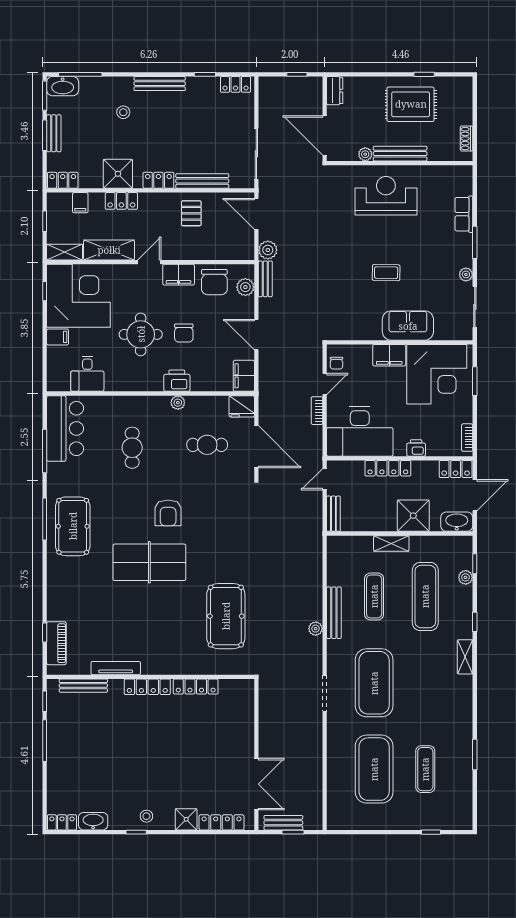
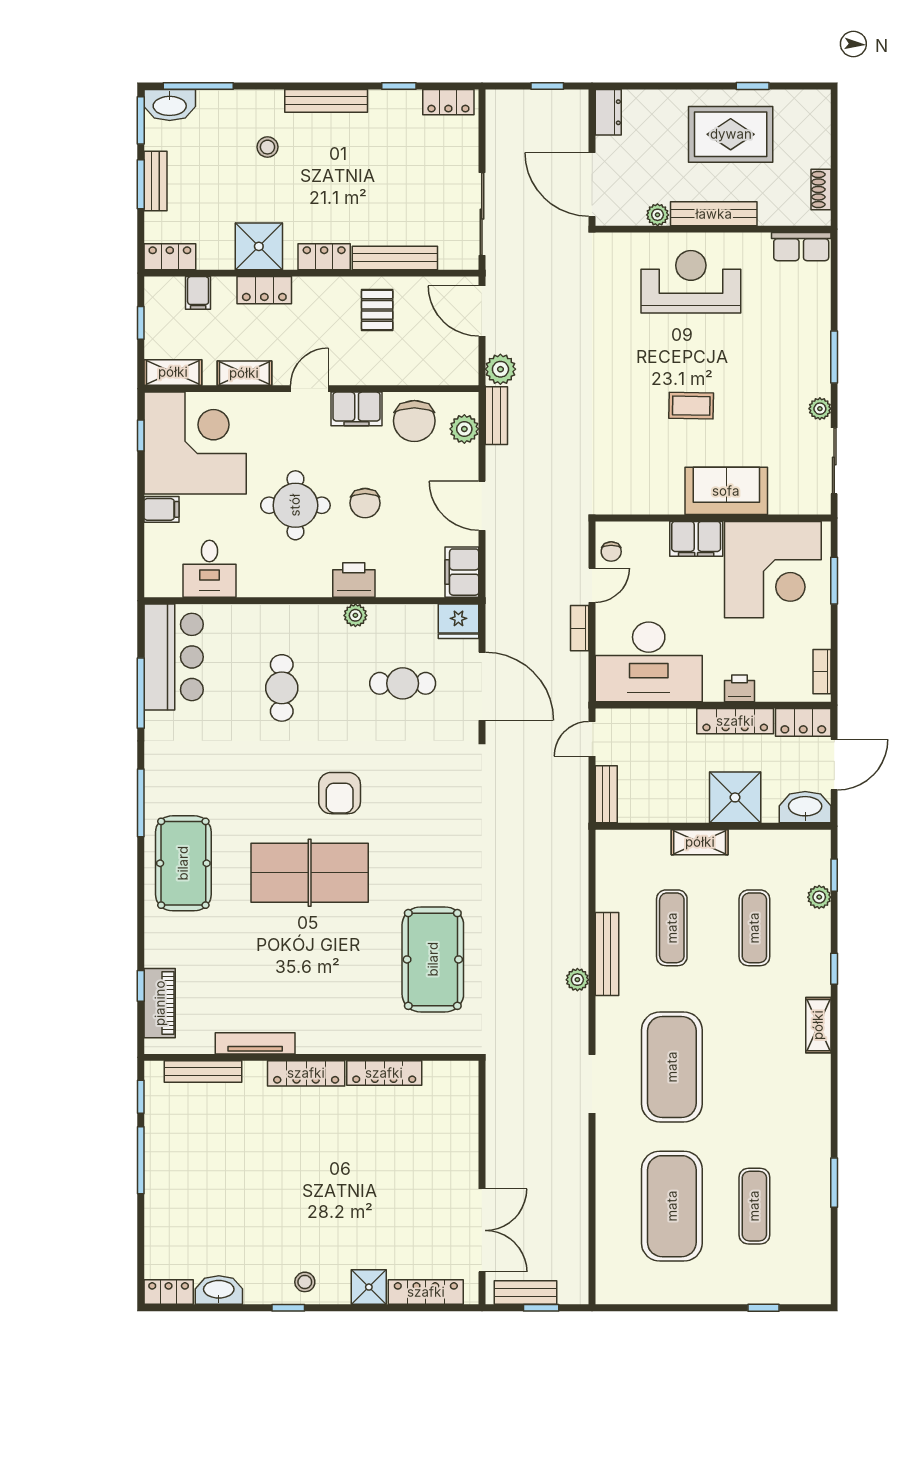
row of seats: (464, 214) -> (801, 247), moved, turned -90
shelving: (109, 250) -> (244, 373), width x0.67, depth x0.75
locker: (388, 468) -> (735, 721), moved
pool table: (73, 526) -> (183, 863), moved
exercise mat: (425, 596) -> (754, 928), width x0.73, depth x0.69

